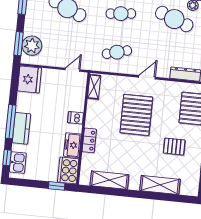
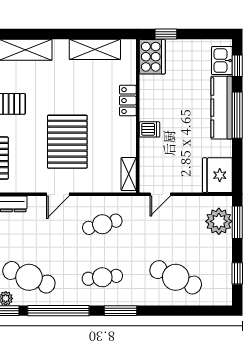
kitchen counter: (21, 128) -> (222, 108), width x1.50
freezer: (72, 145) -> (150, 92), removed

